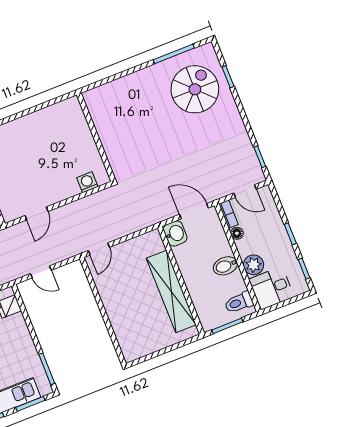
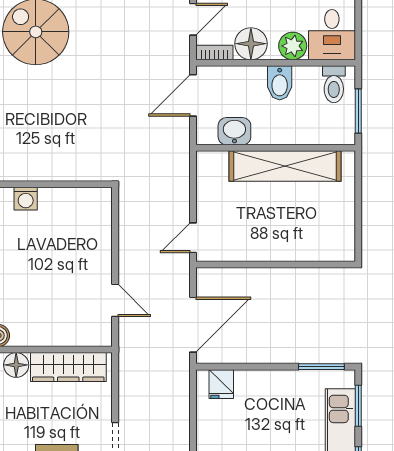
washing machine: (87, 182) -> (26, 199), moved, turned -90
washbasin: (175, 233) -> (234, 131), moved
floor lamp: (237, 233) -> (251, 44), width x1.89, depth x1.89
door: (99, 249) -> (193, 238), swing flipped
door: (41, 272) -> (193, 325), width x1.87

